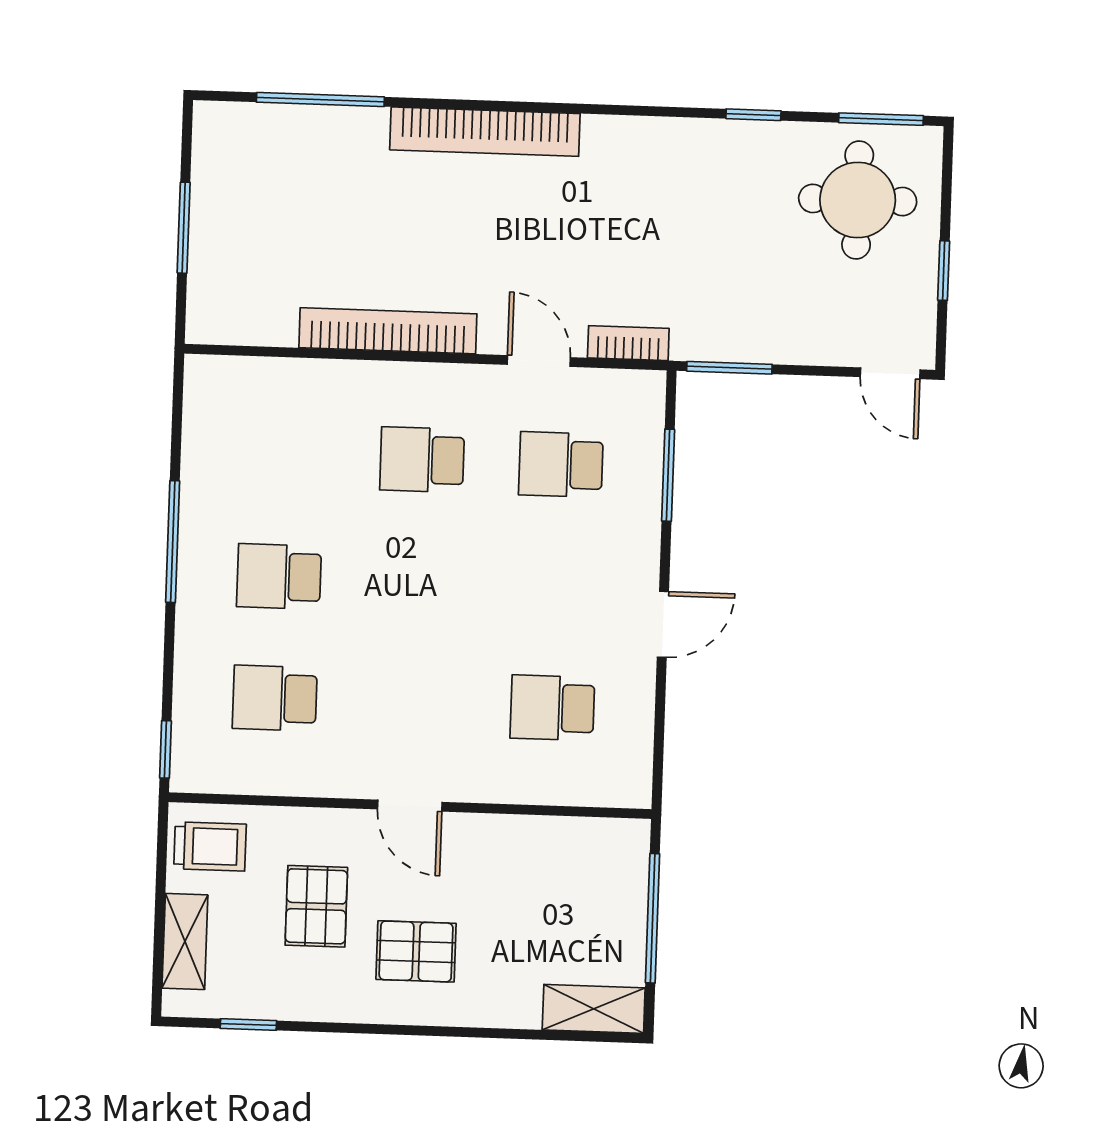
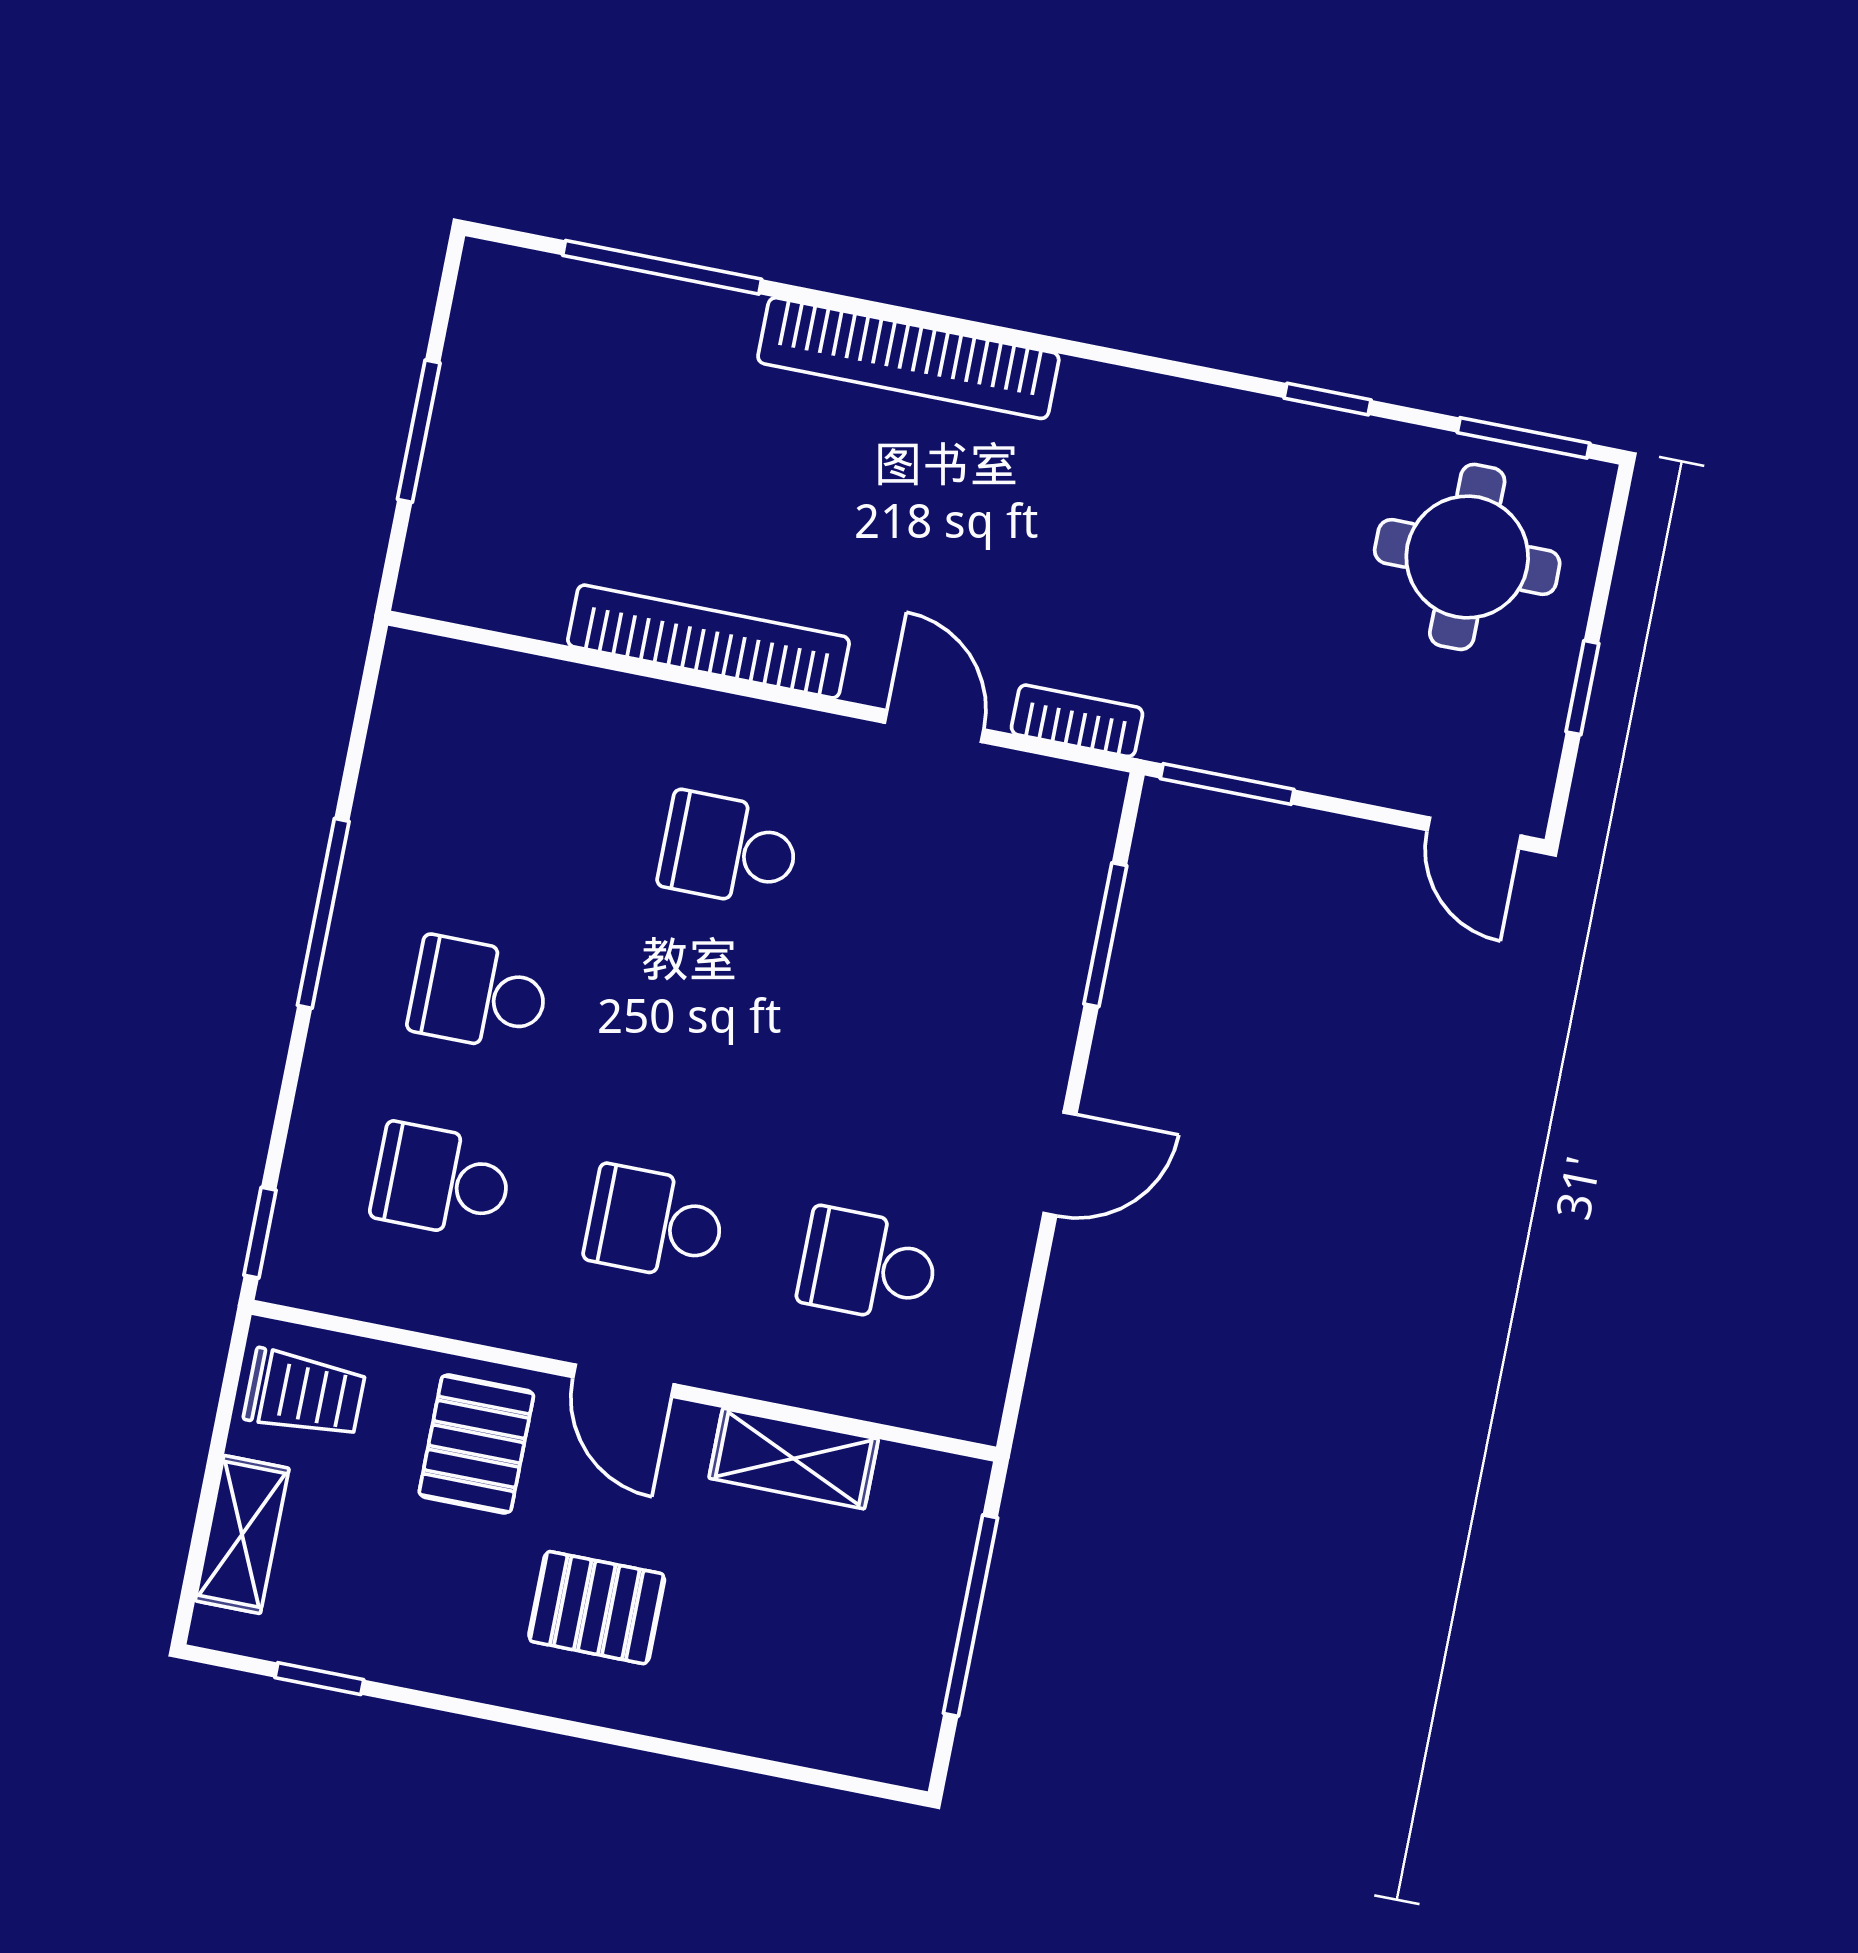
school desk: (561, 465) -> (655, 1223), moved
pallet: (316, 906) -> (476, 1444), moved
shelving: (594, 1009) -> (794, 1459), moved

